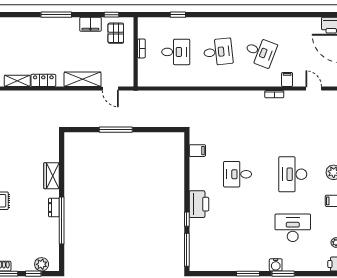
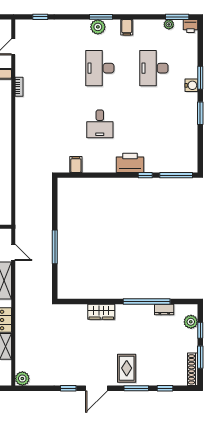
door: (110, 89) -> (13, 252), hinge flipped
desk: (293, 174) -> (100, 68), turned 90
dresser: (54, 208) -> (164, 309), moved

